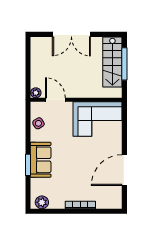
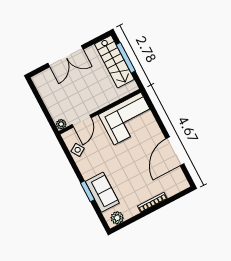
door: (55, 100) -> (82, 121), swing flipped
sofa: (41, 160) -> (102, 192), moved

